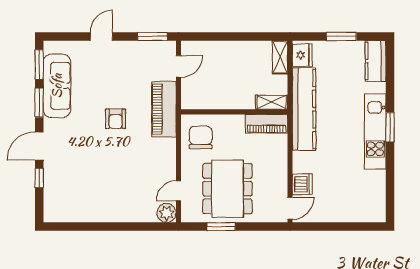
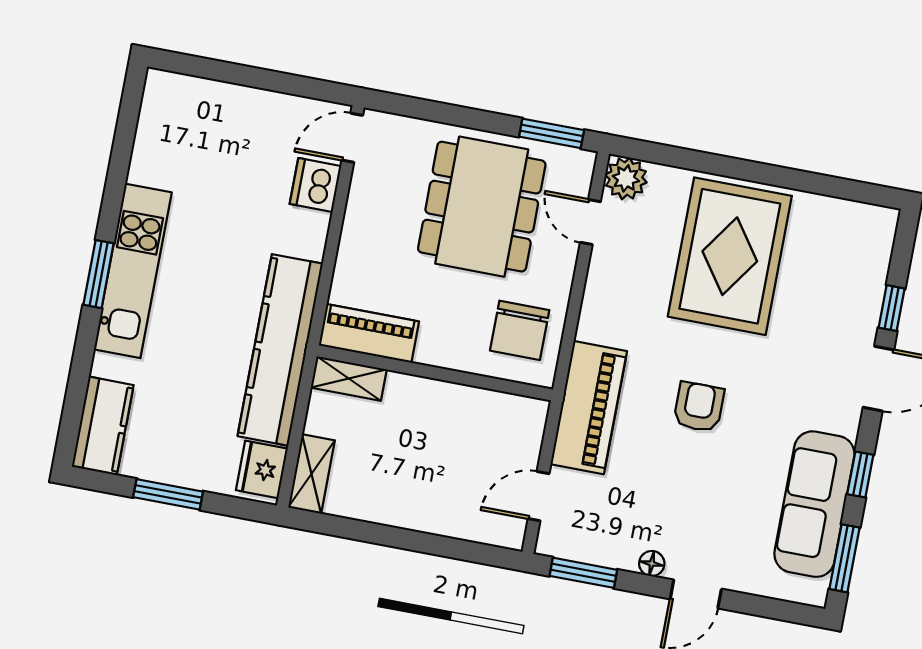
floor lamp: (123, 46) -> (652, 564), added
window: (39, 103) -> (860, 474), width x0.67
rug: (115, 187) -> (730, 256), added
door: (179, 191) -> (590, 222), swing flipped
window: (221, 227) -> (552, 133), moved

